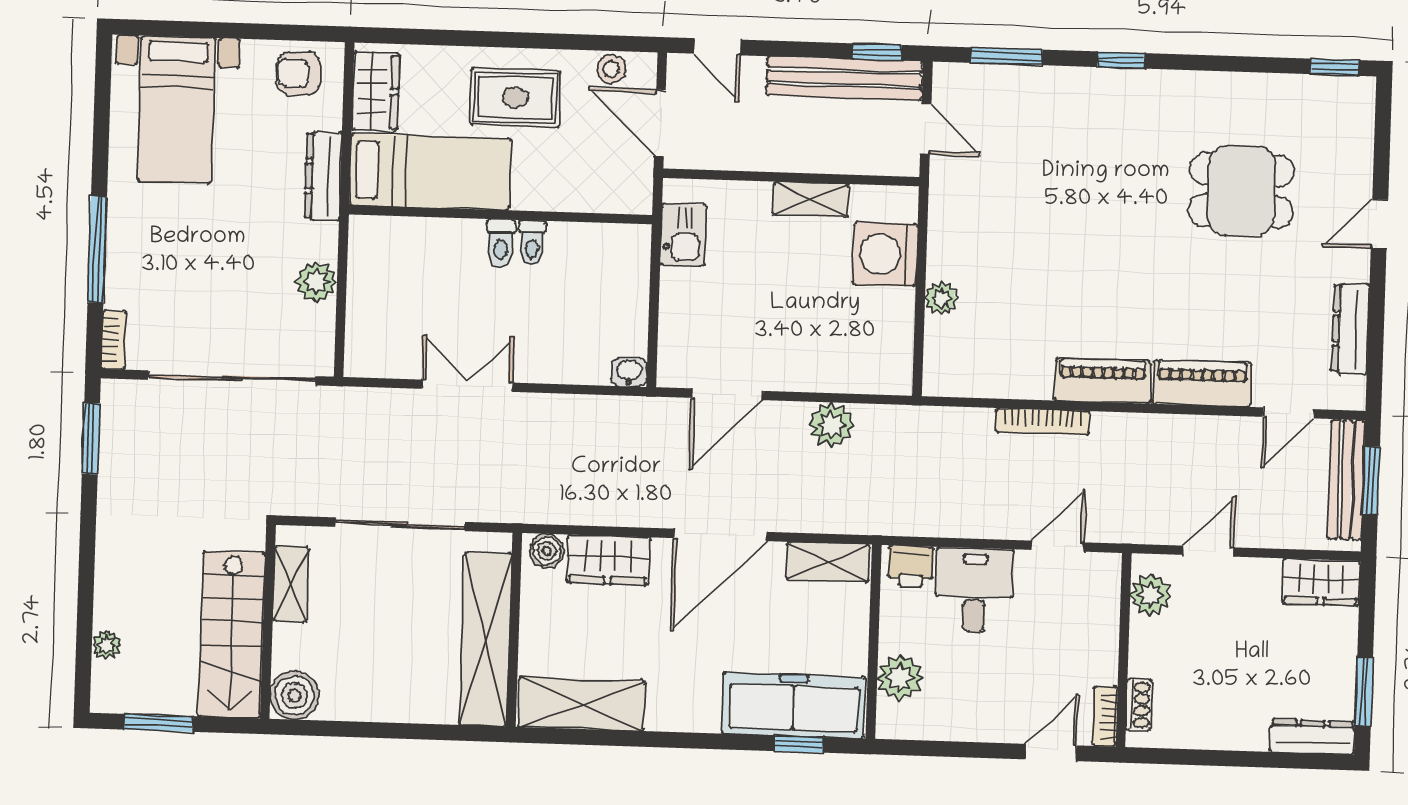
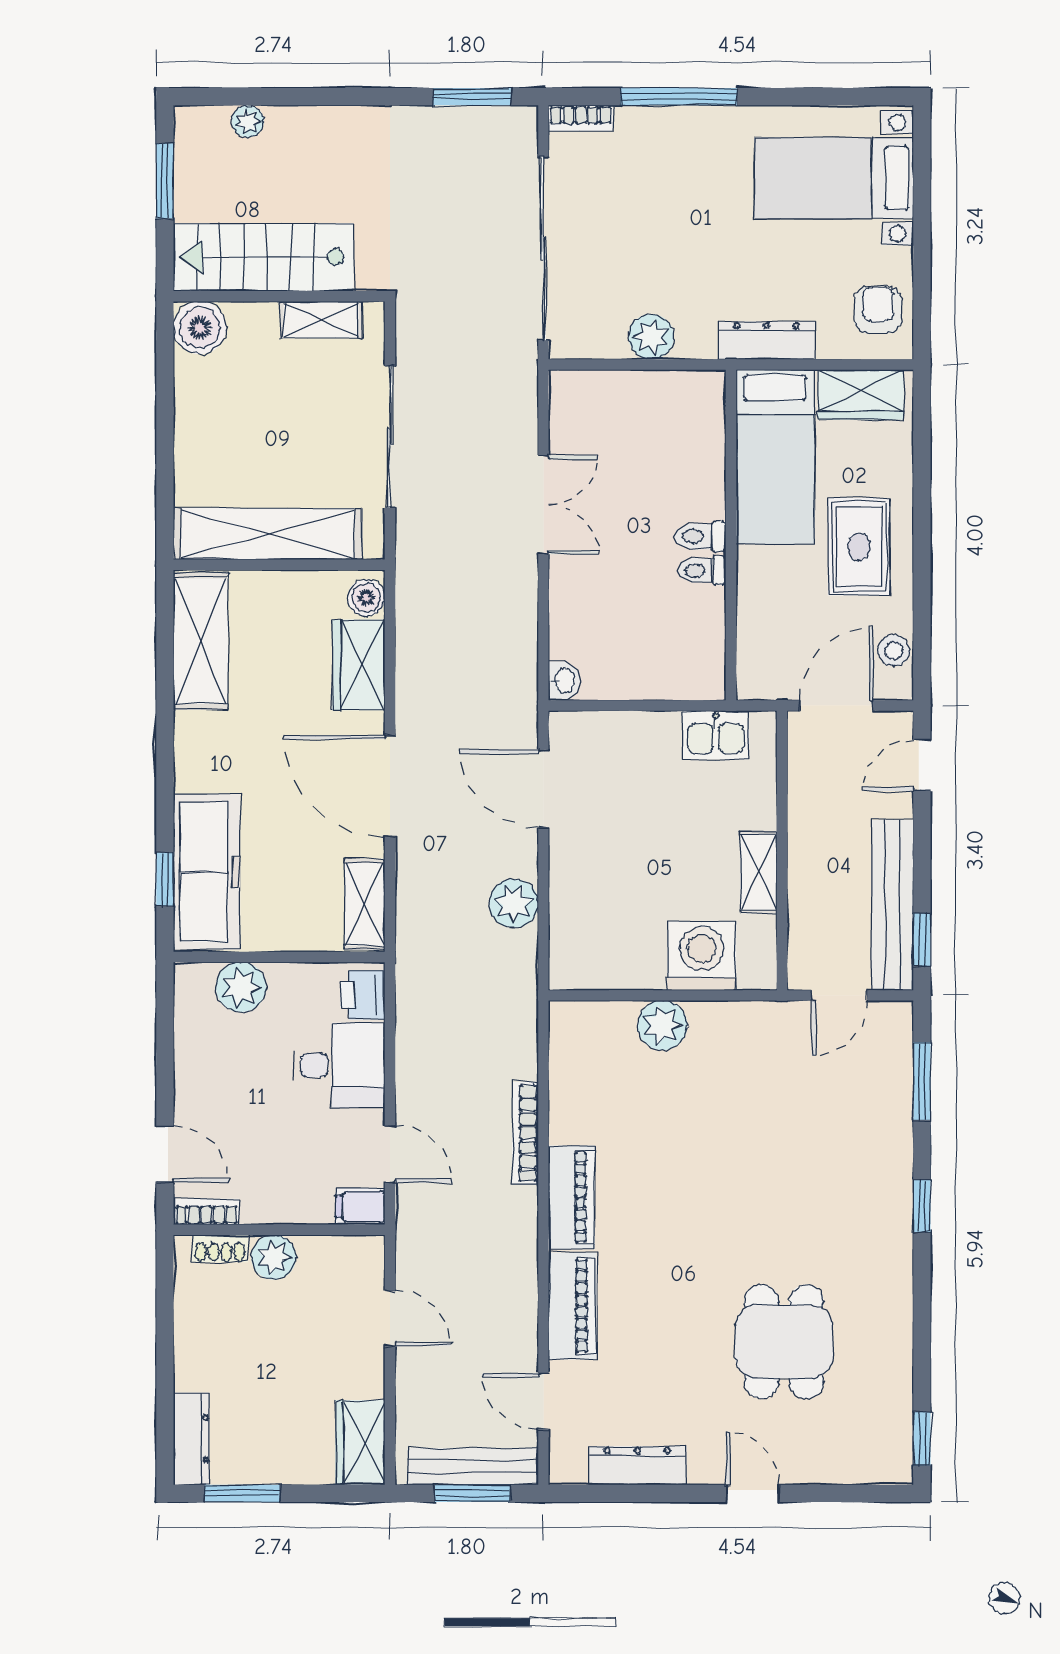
plant: (941, 298) -> (662, 1025), width x1.38, depth x1.38
filing cabinet: (1105, 575) -> (360, 1206), added
plant: (1151, 595) -> (274, 1257), moved

